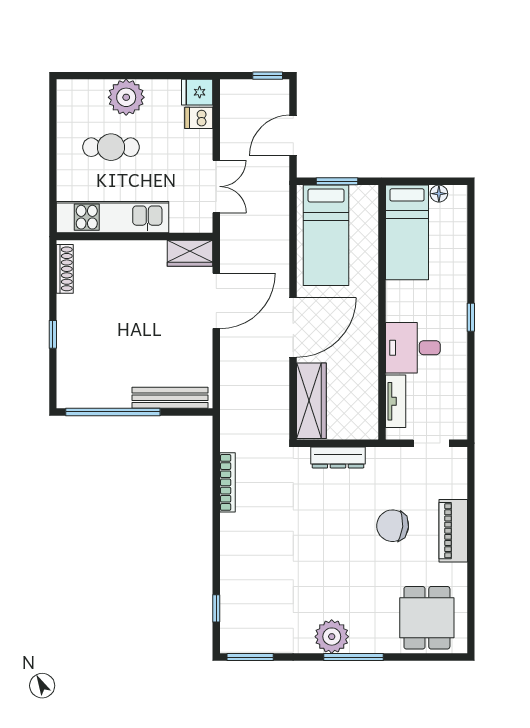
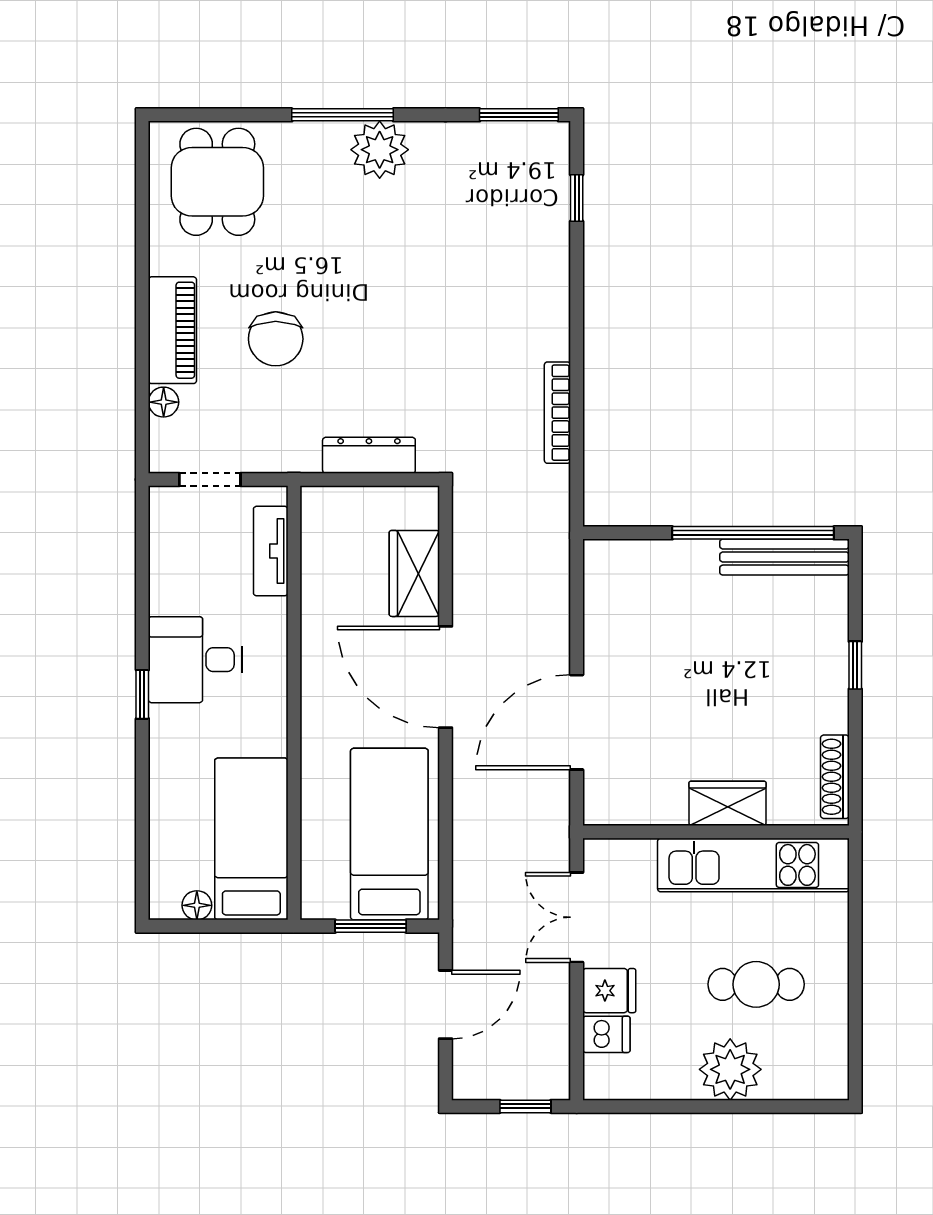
window: (268, 76) -> (525, 1106), moved
fridge: (197, 92) -> (609, 991), moved
wardrobe: (190, 253) -> (727, 803), moved
door: (293, 327) -> (446, 677), hinge flipped
desk: (413, 348) -> (195, 660), moved, turned 180
bench: (170, 398) -> (784, 557), moved
wardrobe: (311, 401) -> (414, 573), width x0.67
floor lamp: (458, 489) -> (164, 402), added
chair: (393, 526) -> (276, 339), turned 85

